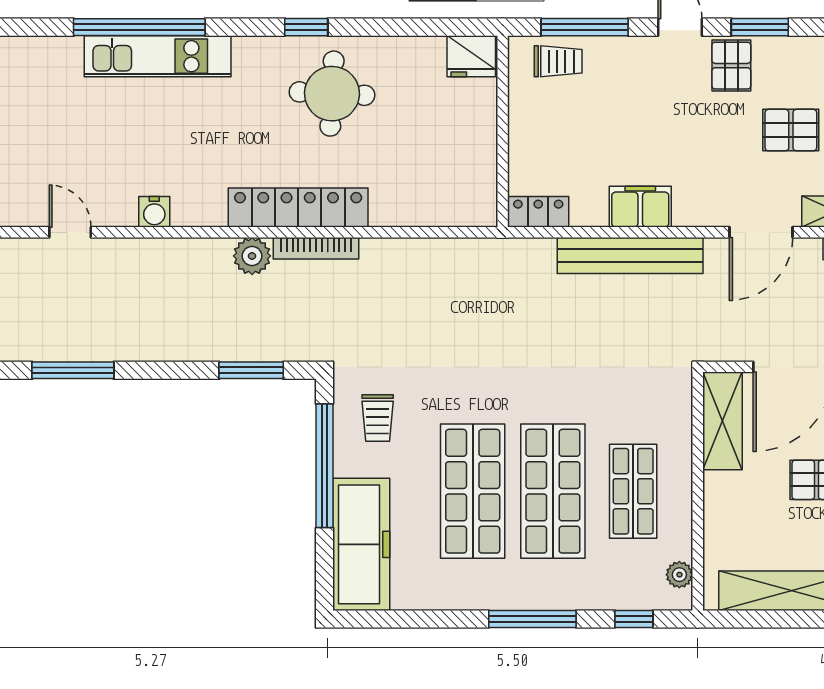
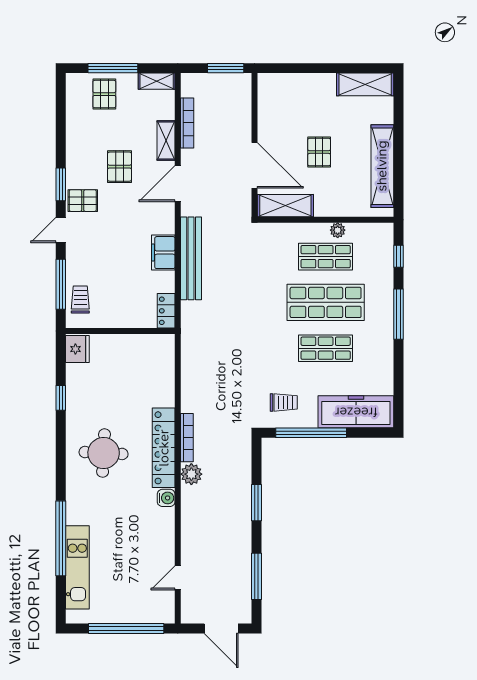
window: (306, 27) -> (61, 398), moved
kitchen unit: (158, 56) -> (77, 567), moved
round table: (332, 94) -> (104, 453), moved
water cooler: (154, 212) -> (166, 498), moved
door: (761, 232) -> (178, 184), swing flipped
window: (251, 370) -> (257, 503), moved
shop shelf: (473, 491) -> (326, 348), width x0.70, depth x0.74
plant: (679, 575) -> (338, 230), moved

